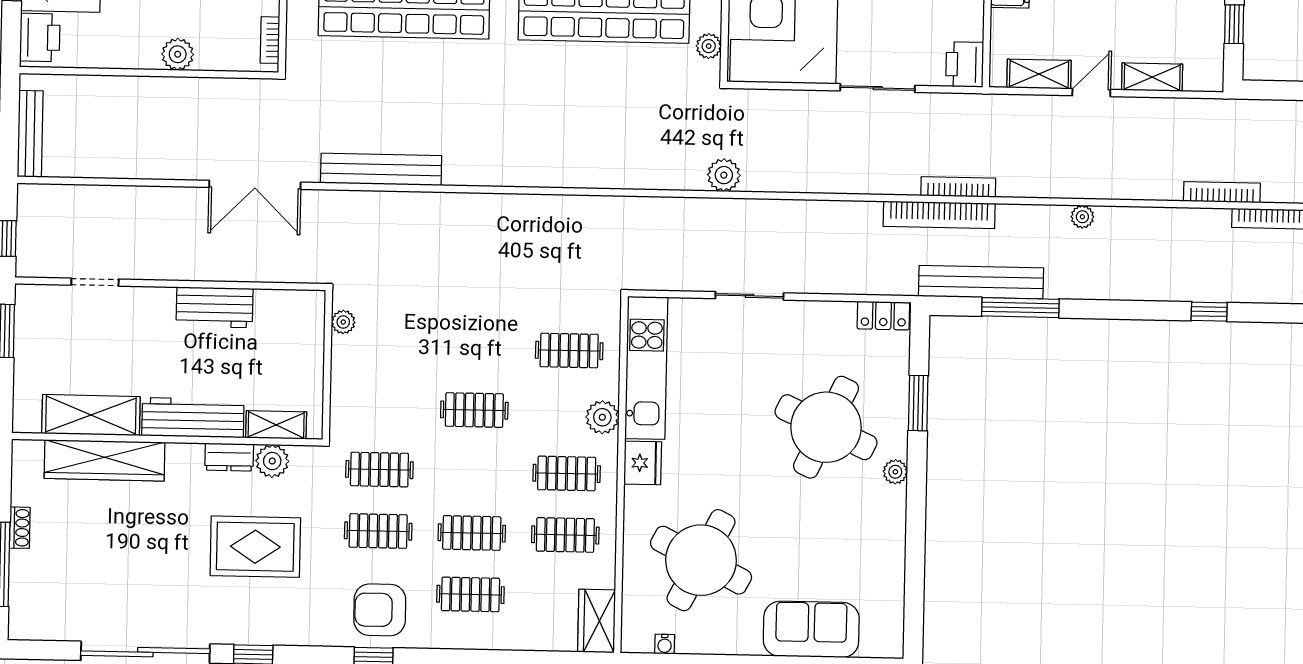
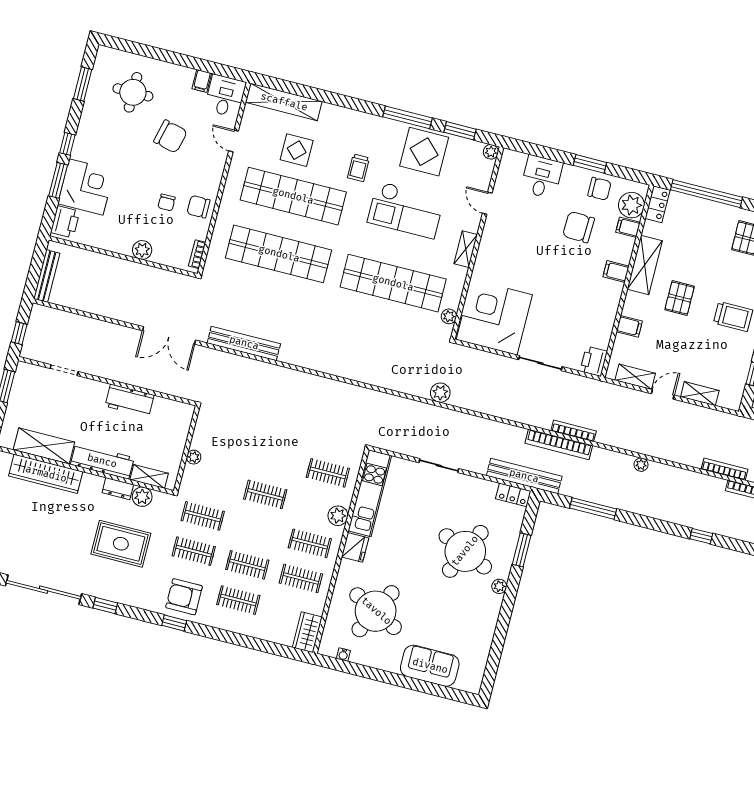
bench: (981, 282) -> (524, 476), moved
plant: (343, 322) -> (194, 457), moved

